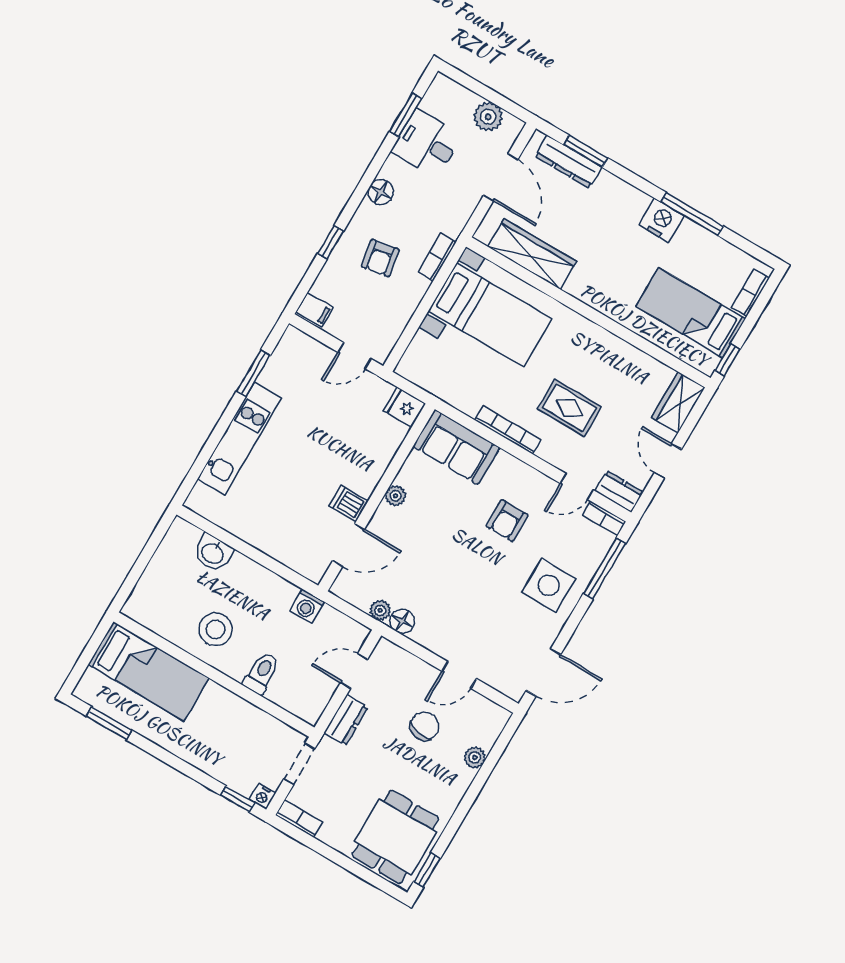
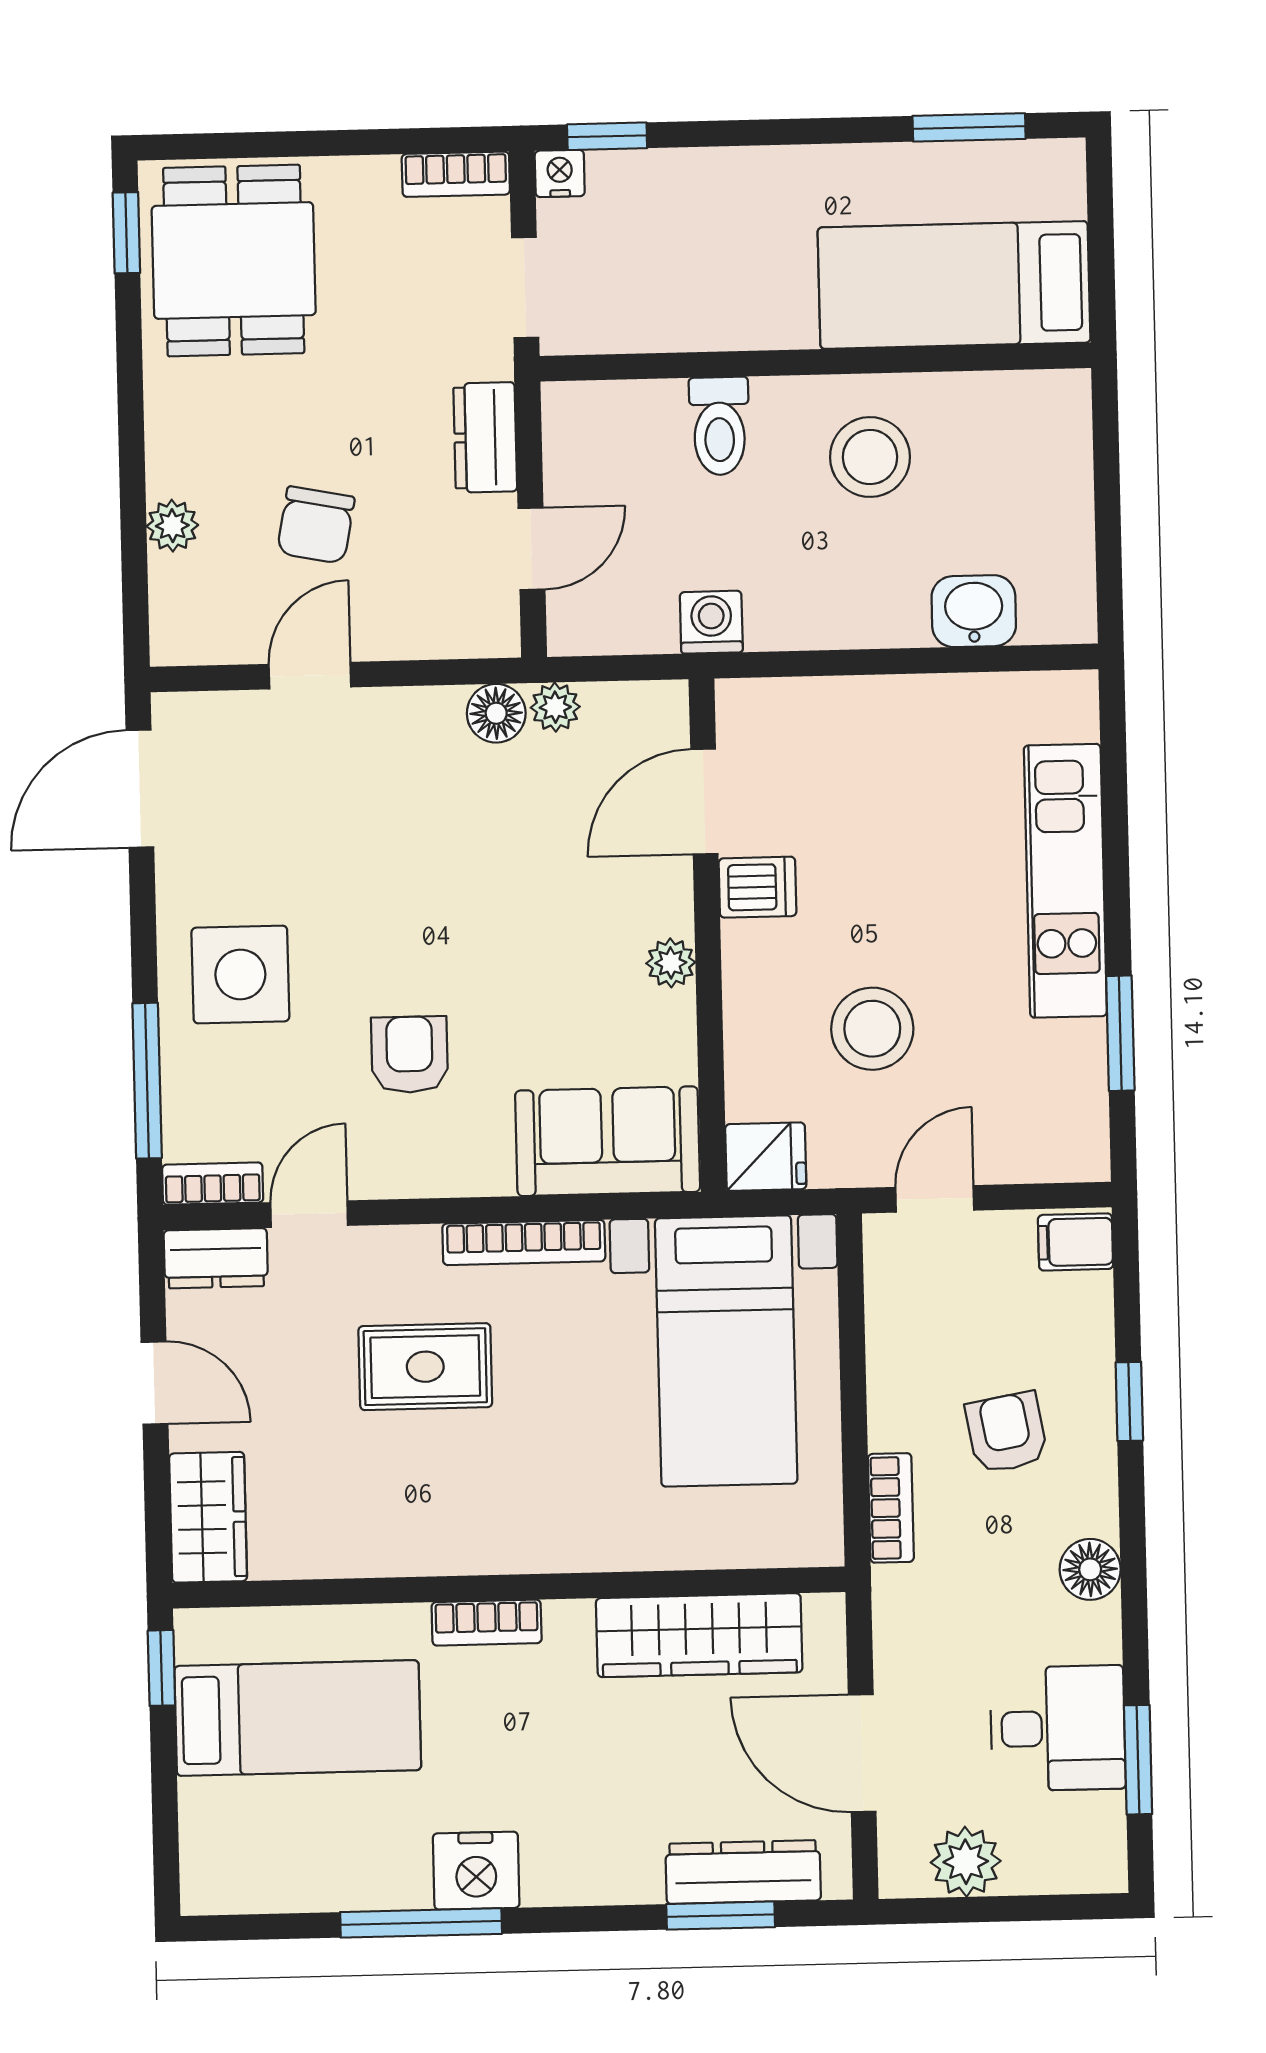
bookcase: (750, 293) -> (487, 1623), moved, turned 90
bed with nightstands: (490, 315) -> (726, 1351), moved, turned -90
stool: (339, 429) -> (872, 1029), added

